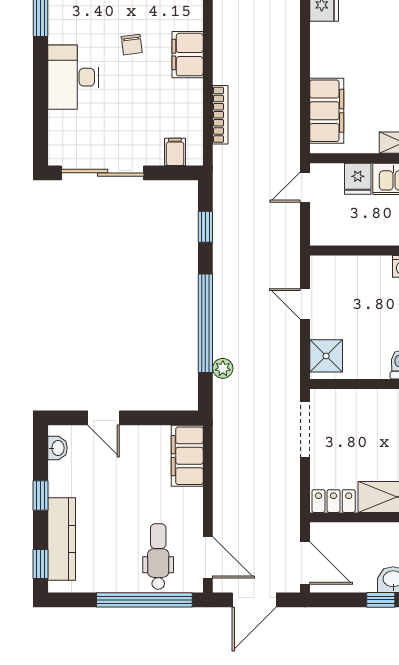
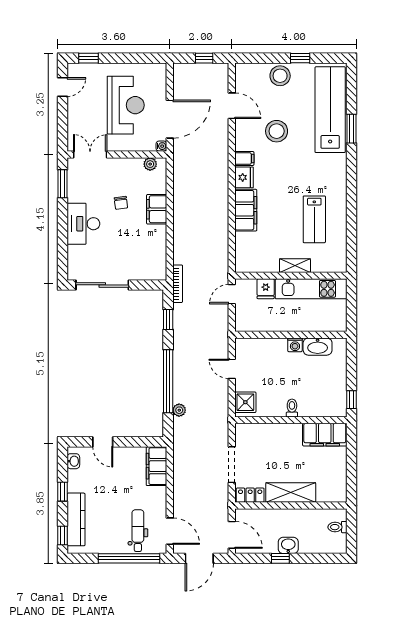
filing cabinet: (327, 111) -> (246, 210), moved
bookcase: (220, 115) -> (178, 284), moved
filing cabinet: (175, 152) -> (149, 271), removed
doorway: (305, 430) -> (232, 465), moved

